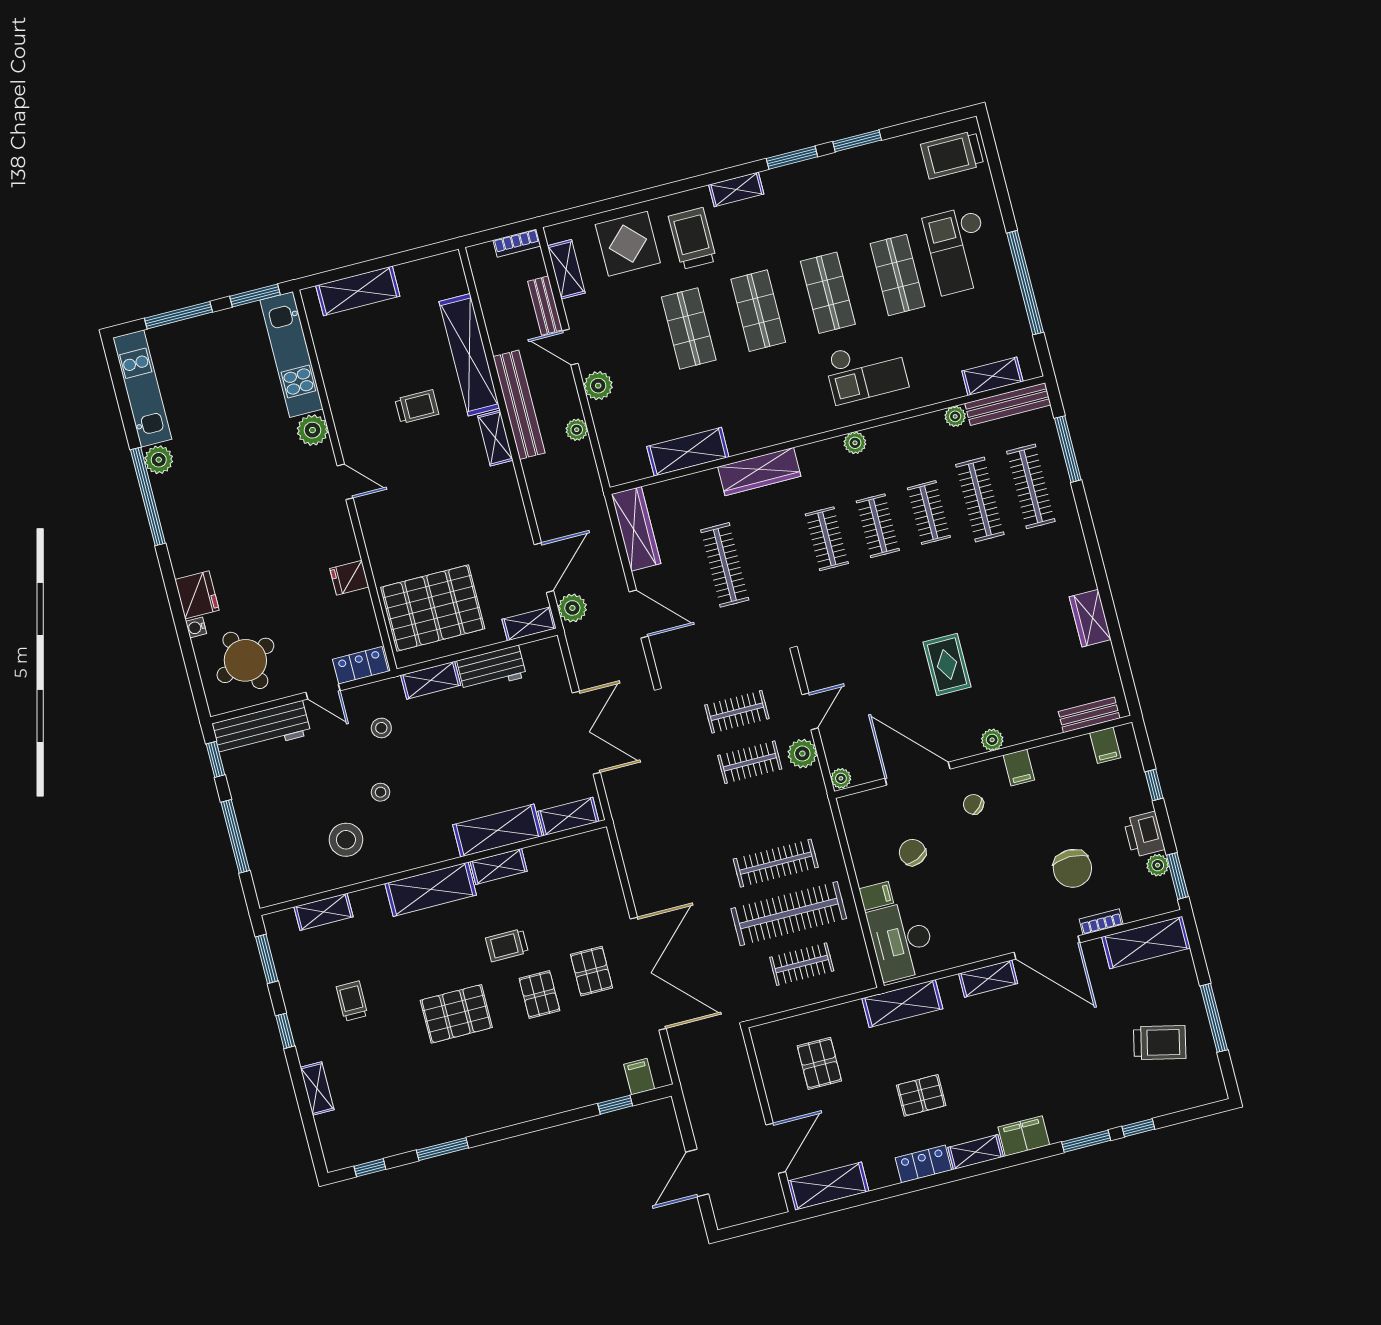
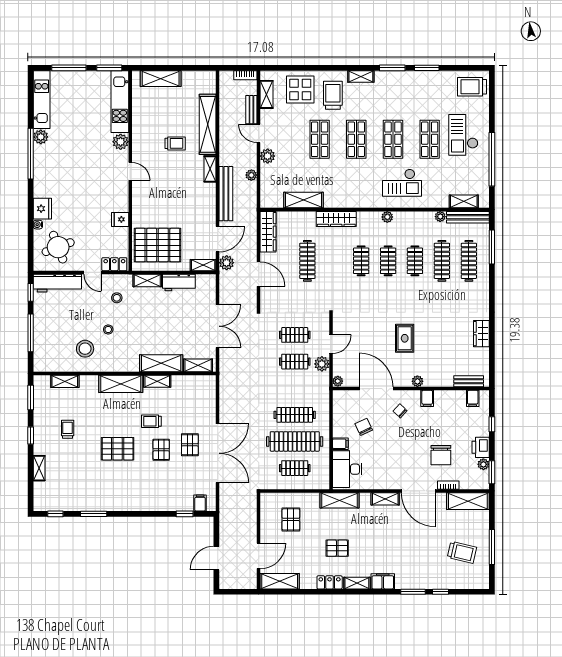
bench: (519, 405) -> (226, 194), moved

